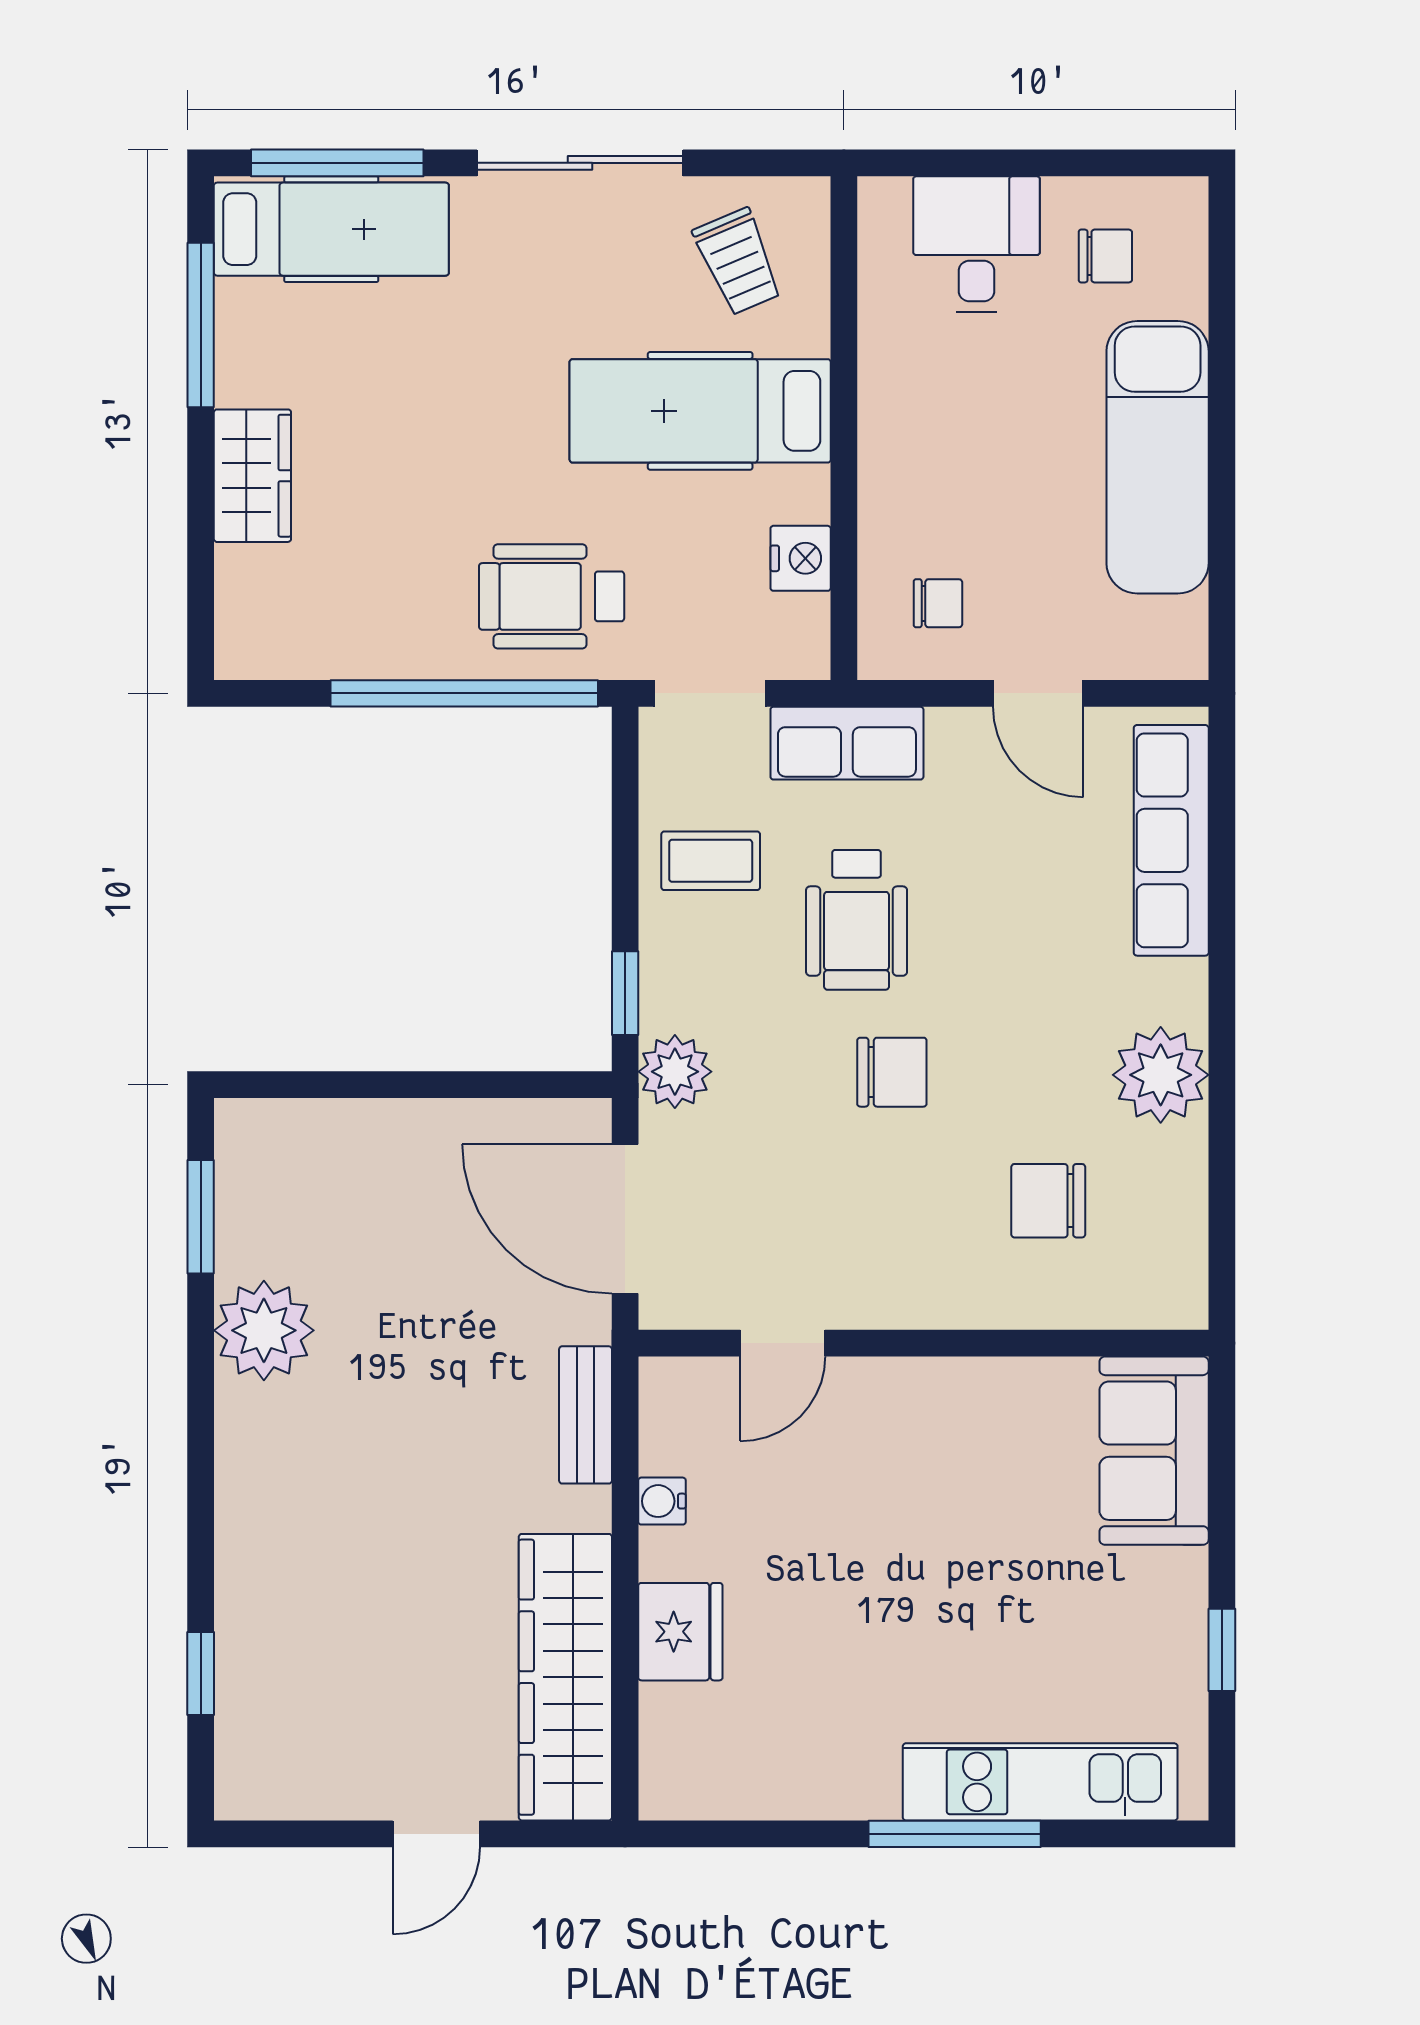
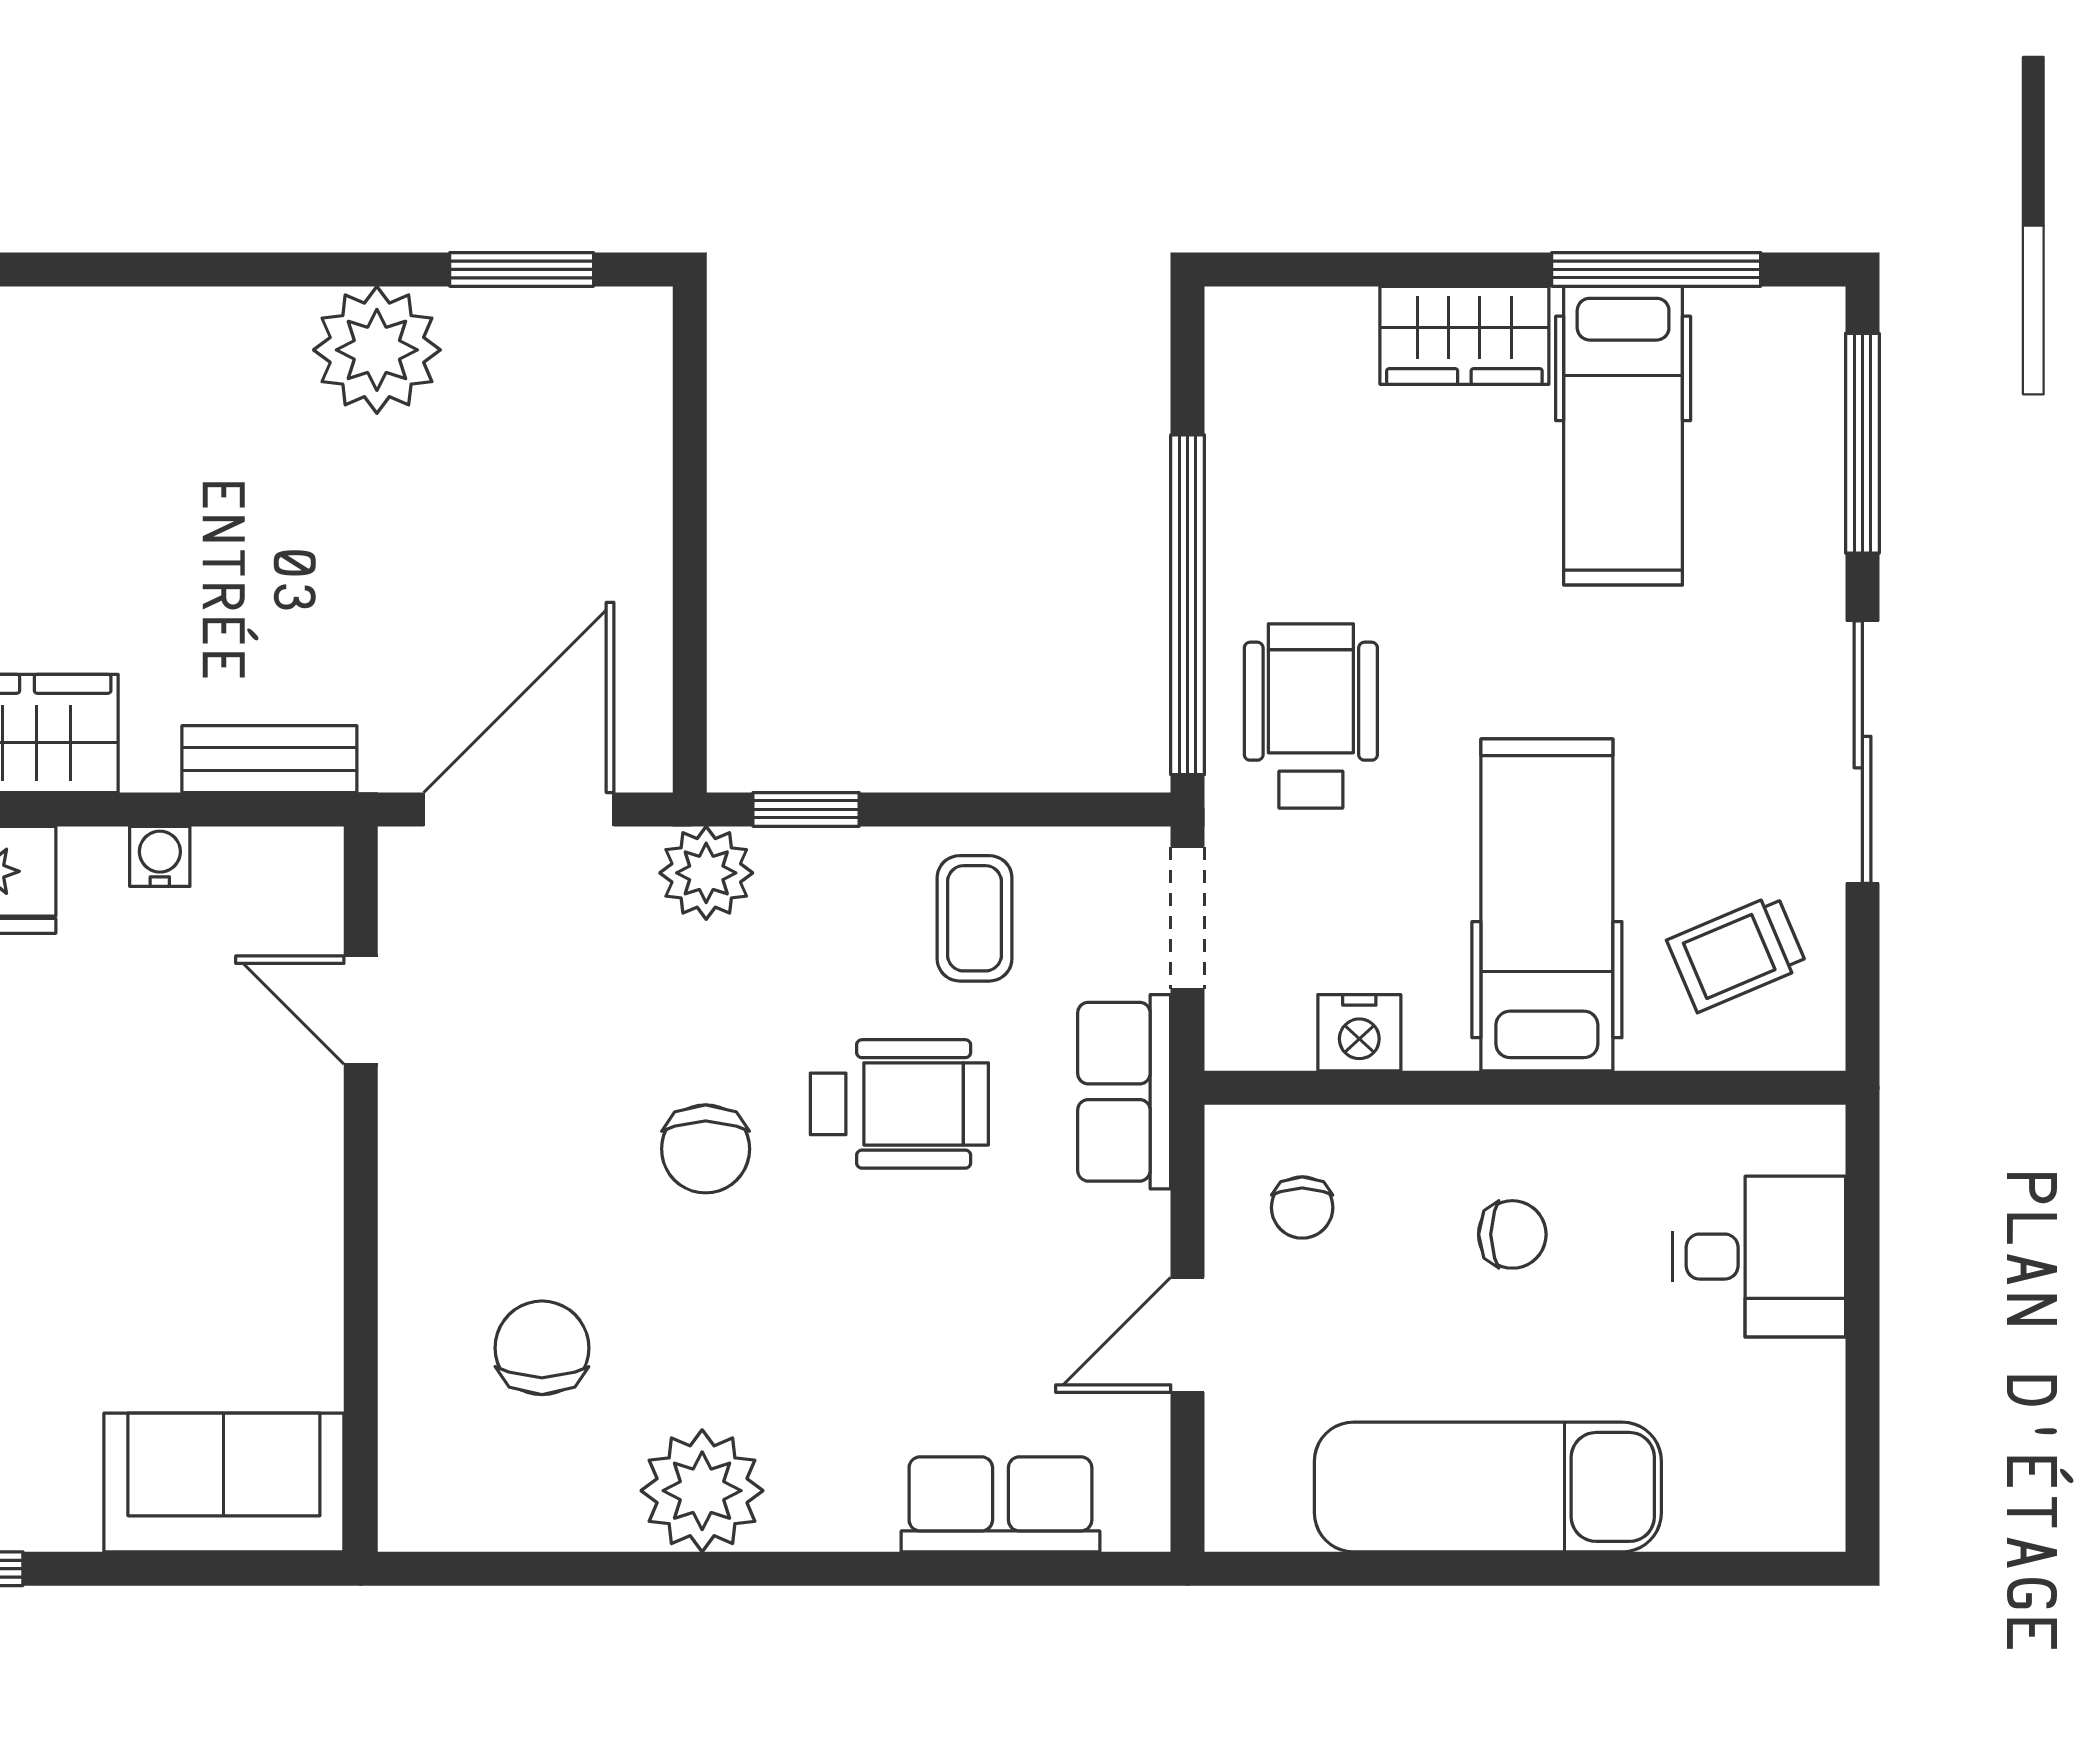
hospital bed: (331, 229) -> (1623, 436), moved
chair: (1105, 256) -> (1512, 1234), moved, turned -90
row of seats: (1171, 840) -> (1000, 1504), width x0.68
wheelchair: (857, 920) -> (899, 1104), turned 180

